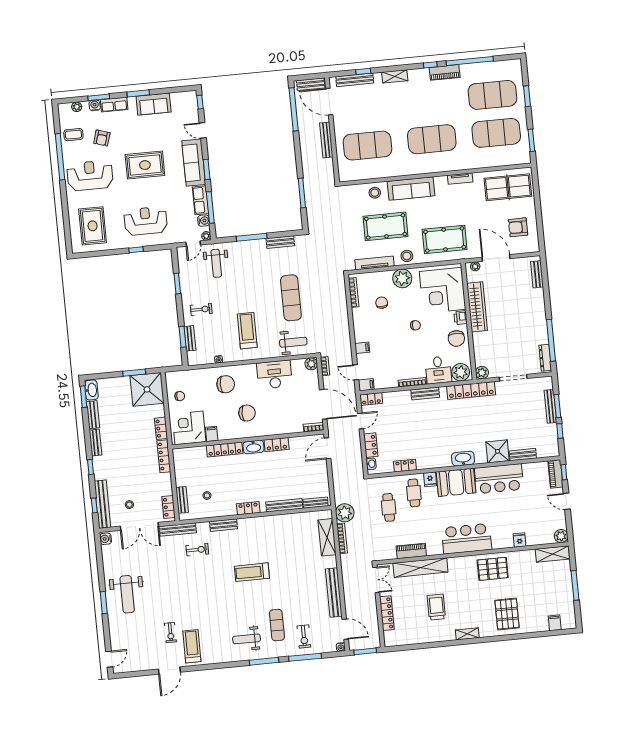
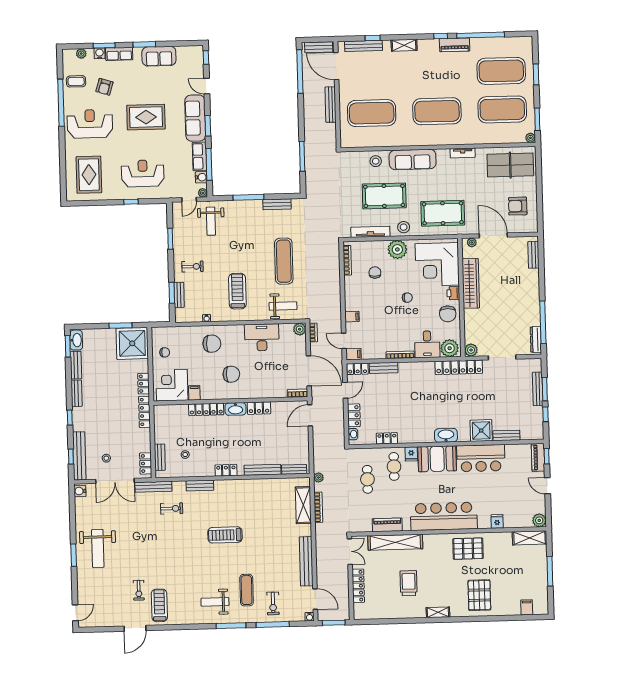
plant: (526, 159) -> (530, 138), added
bench: (425, 393) -> (384, 368), moved
plant: (345, 513) -> (318, 478), width x0.53, depth x0.53
bar counter: (467, 539) -> (444, 516), width x1.36

